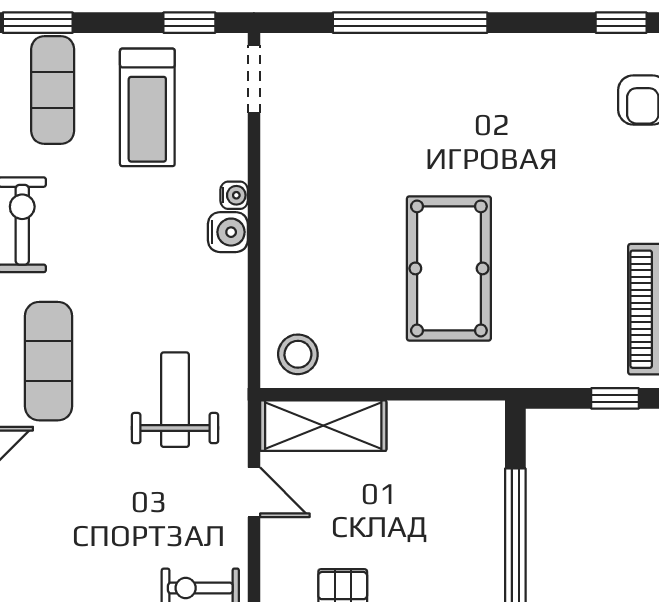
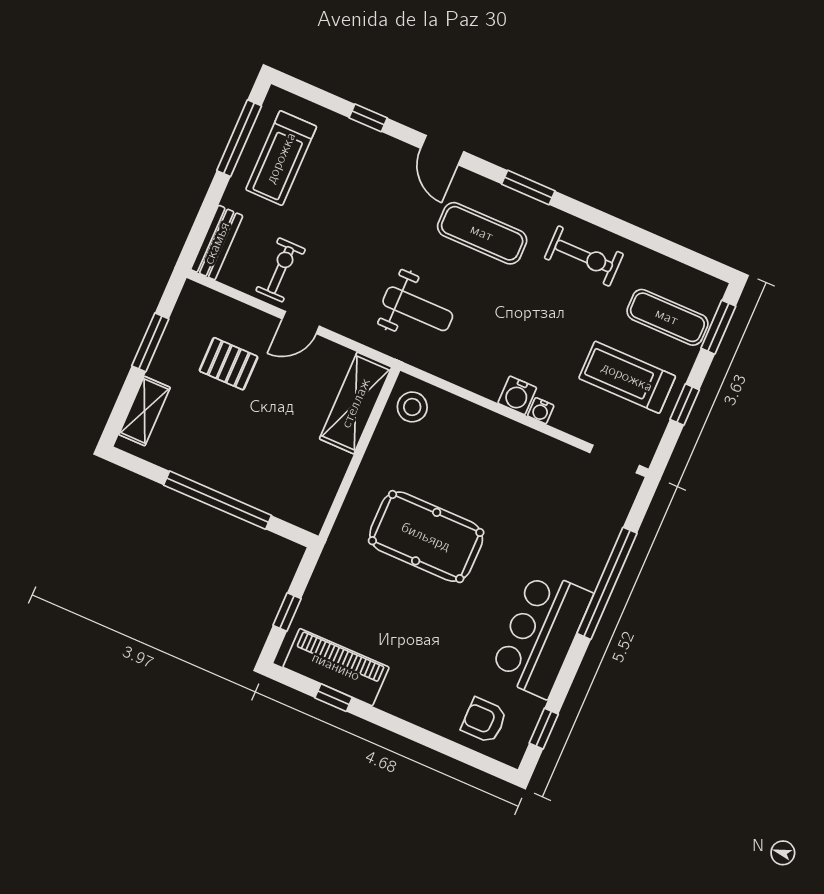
window: (189, 23) -> (685, 405), moved
bar counter: (507, 76) -> (541, 634), added
door: (254, 492) -> (301, 323), moved

